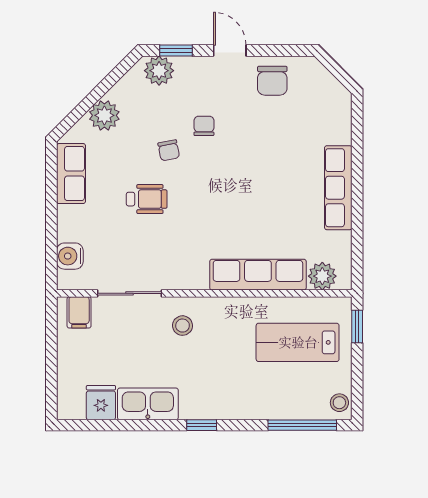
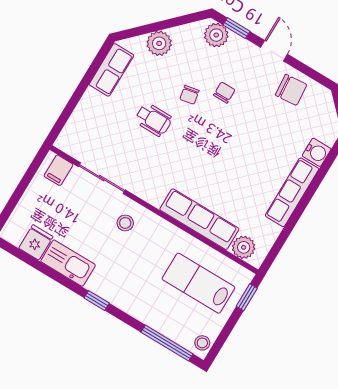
chair: (272, 81) -> (291, 90), turned -95
water cooler: (70, 256) -> (317, 152), moved, turned 180

